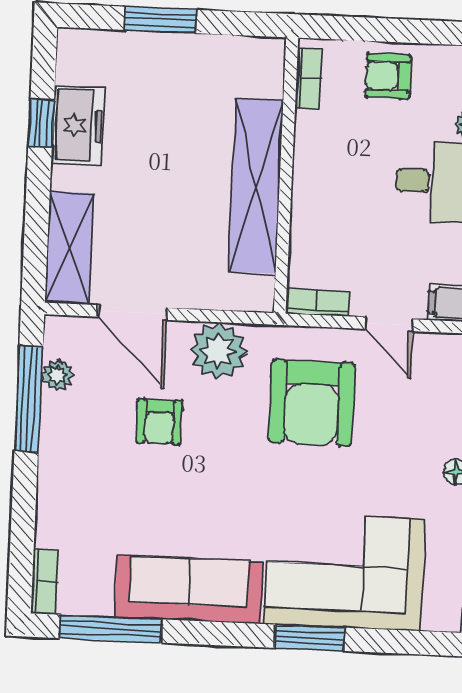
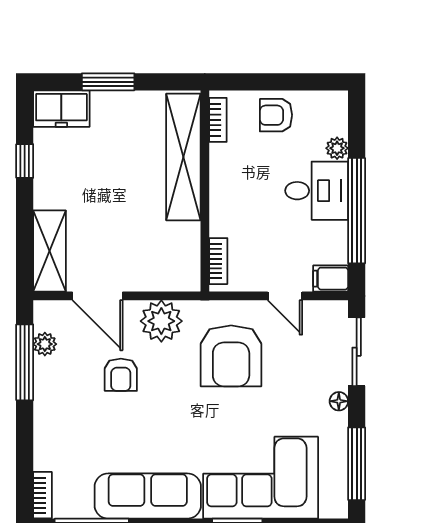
freezer: (78, 125) -> (61, 109), moved, turned 90
shelving: (256, 186) -> (183, 157), moved
bookcase: (318, 302) -> (218, 261), moved, turned 90

